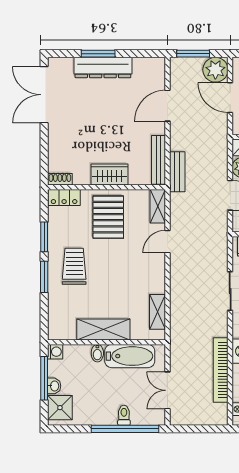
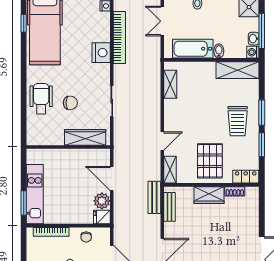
bench: (158, 160) -> (170, 207), width x0.73
shoe rack: (60, 179) -> (235, 191), moved
shelving: (103, 329) -> (237, 70), moved
washbasin: (54, 386) -> (254, 39), moved
double door: (167, 390) -> (162, 21), swing flipped

